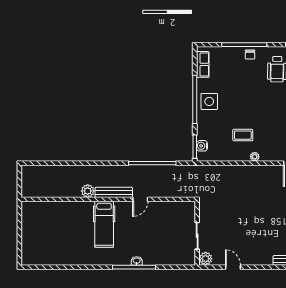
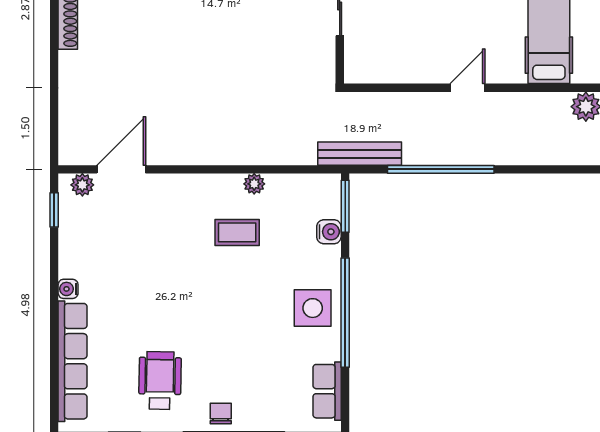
water cooler: (202, 146) -> (329, 232), moved
plant: (255, 157) -> (254, 184), moved
bench: (114, 192) -> (360, 154), moved

